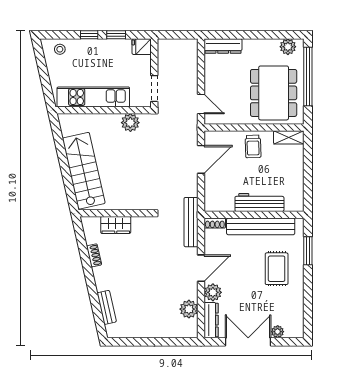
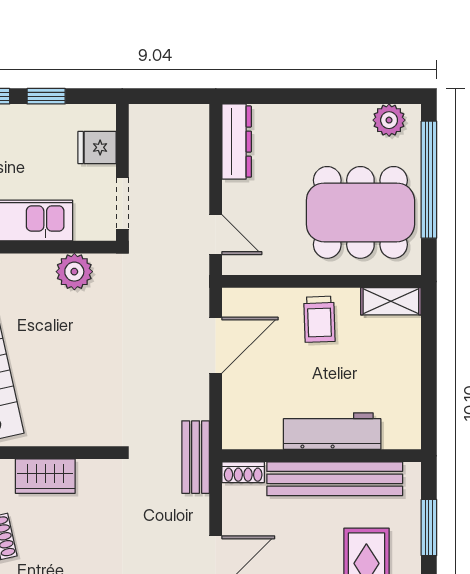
dresser: (223, 46) -> (237, 142), moved, turned -90
fridge: (142, 47) -> (97, 147), moved
dining table: (274, 93) -> (360, 212), turned 90
bench: (191, 222) -> (196, 457), width x0.73

